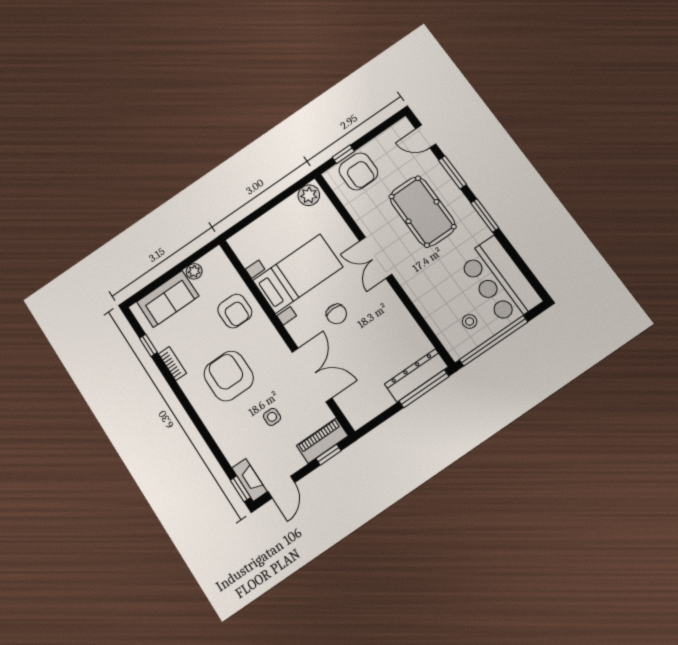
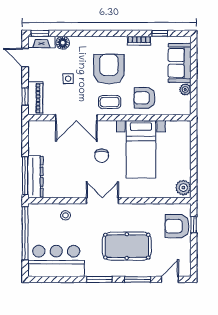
double door: (376, 258) -> (102, 201), moved
chair: (336, 314) -> (102, 156), turned -90
stool: (470, 321) -> (66, 215), moved
coffee table: (267, 348) -> (110, 102), added
armchair: (229, 376) -> (109, 69), turned -90
floor lamp: (234, 453) -> (63, 43), added

